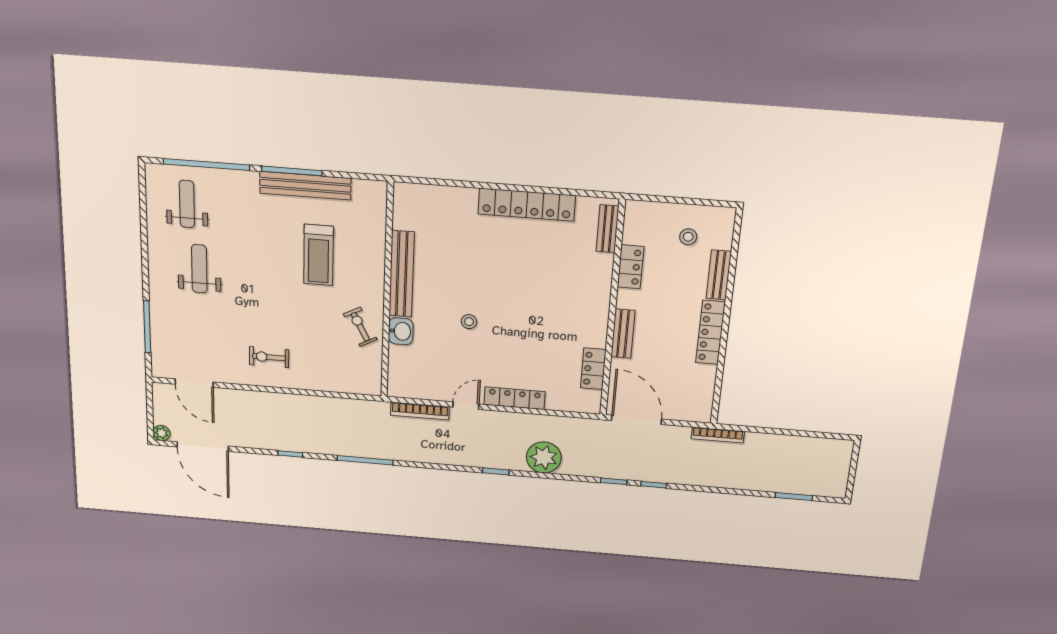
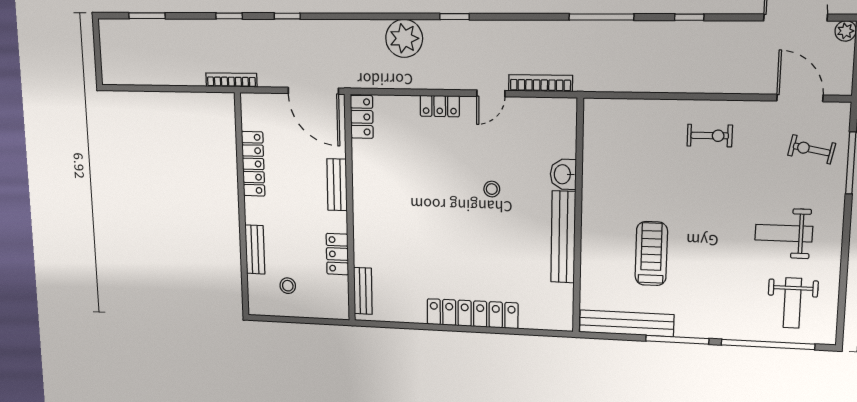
bench: (305, 186) -> (626, 323), moved
locker: (527, 205) -> (472, 314), moved
weight bench: (199, 269) -> (784, 233), turned 90
exercise bike: (360, 327) -> (812, 149), moved, turned 129
locker: (710, 332) -> (253, 164), moved
locker: (593, 369) -> (362, 117), moved
locker: (515, 398) -> (440, 106), width x0.66
window: (614, 481) -> (229, 16), moved

